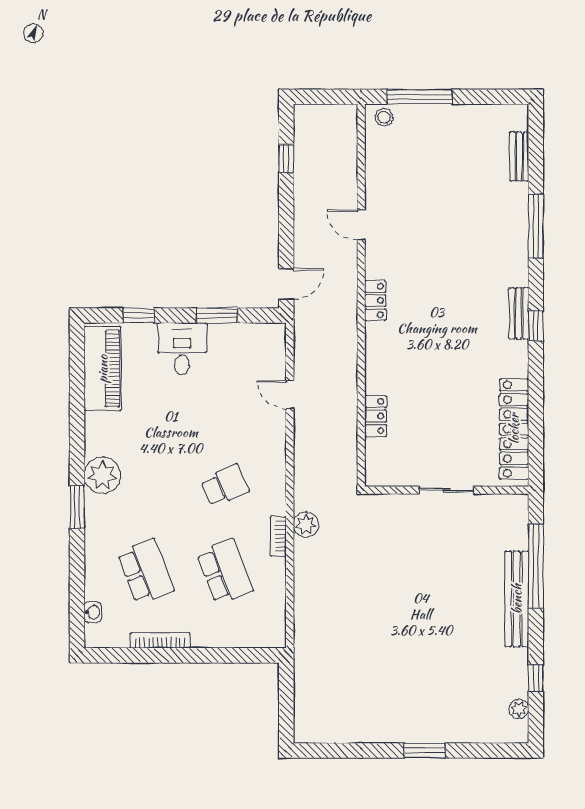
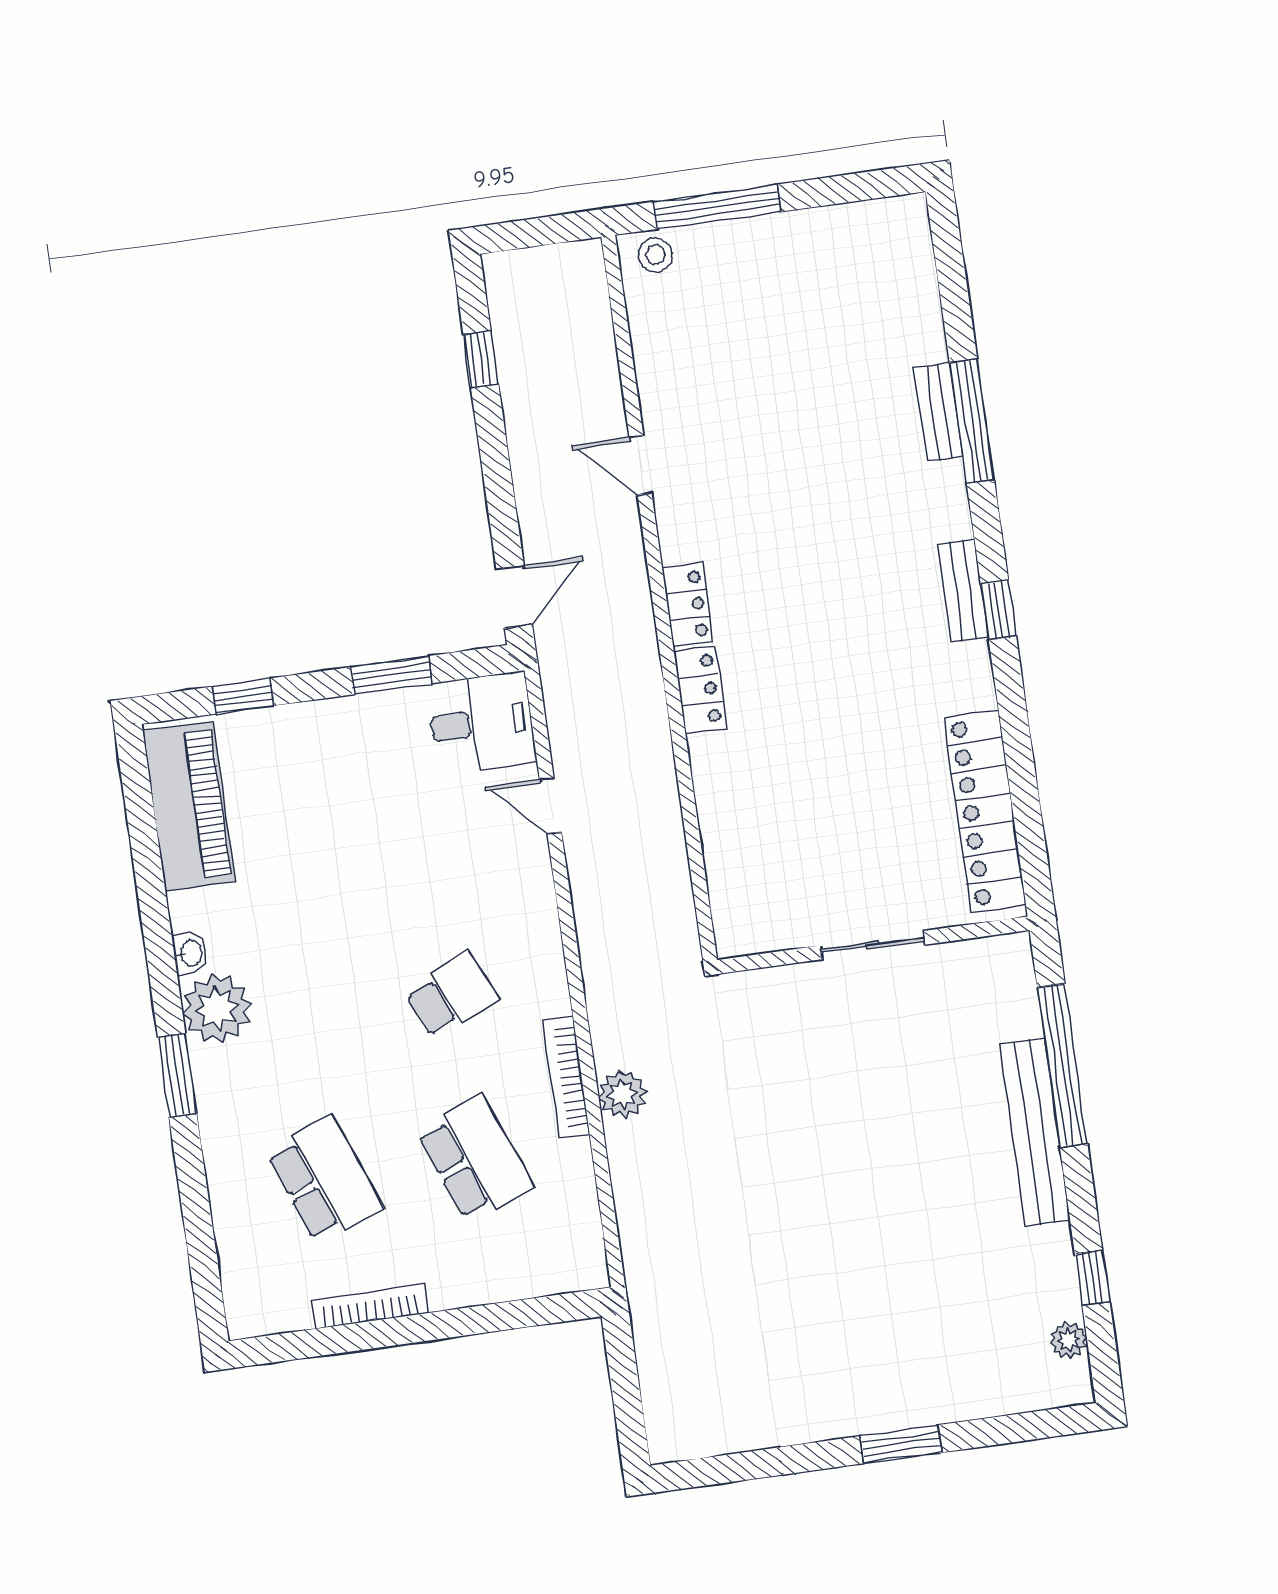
bench: (519, 156) -> (939, 412), moved
desk: (182, 349) -> (482, 723), moved, turned 90
locker: (376, 416) -> (700, 690), moved
plant: (306, 525) -> (622, 1094), moved
bookcase: (278, 536) -> (567, 1078), width x1.56
washbasin: (93, 612) -> (190, 953), moved

